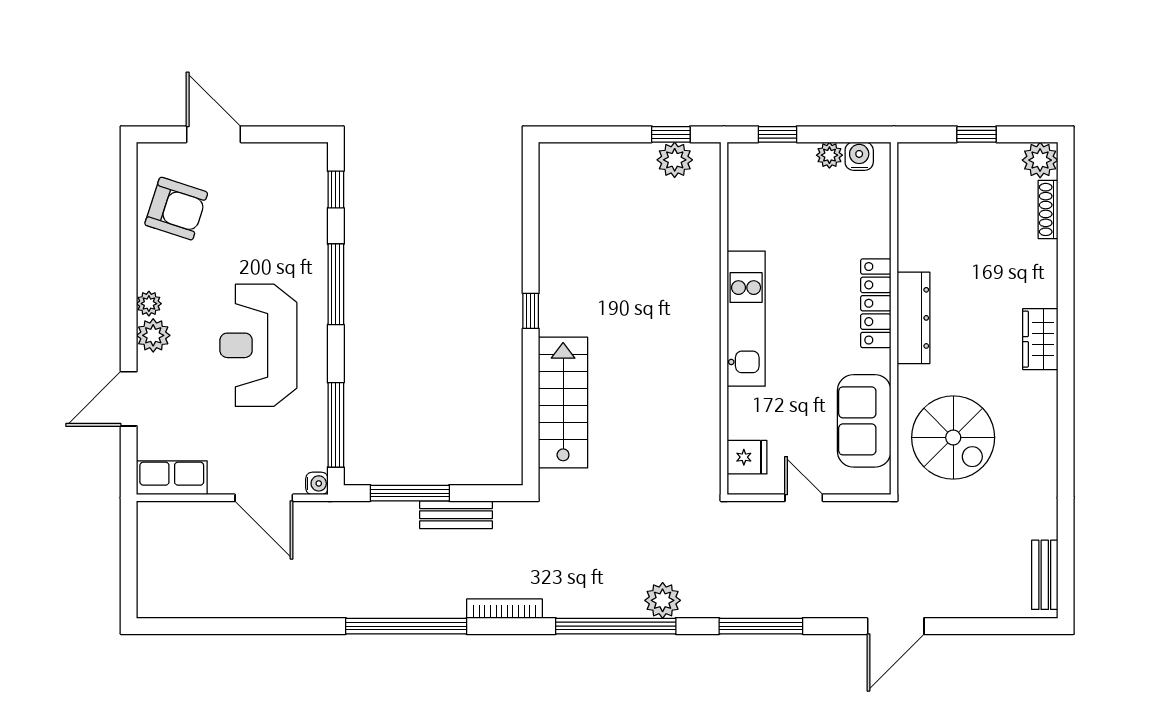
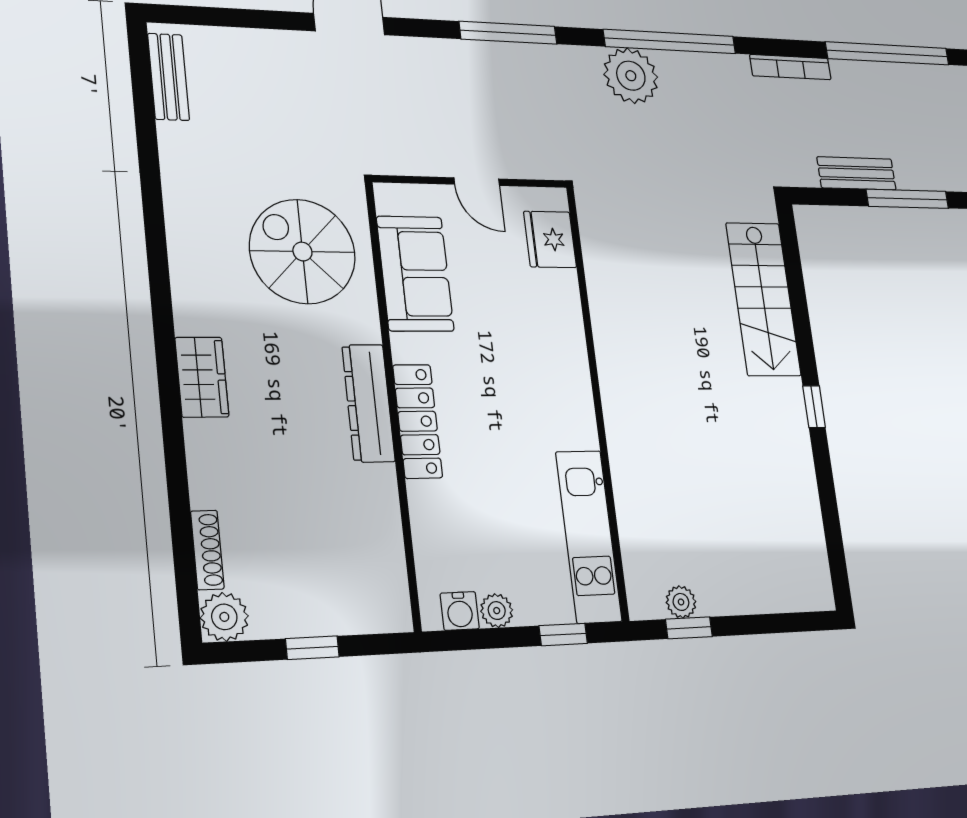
plant: (675, 160) -> (681, 602), width x0.73, depth x0.73
kitchen unit: (746, 319) -> (589, 536), moved
fridge: (747, 457) -> (550, 239), width x1.38
plant: (663, 600) -> (631, 76), width x1.36, depth x1.36

